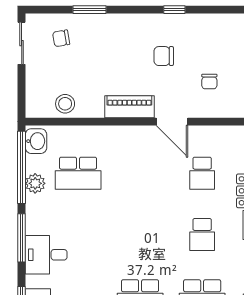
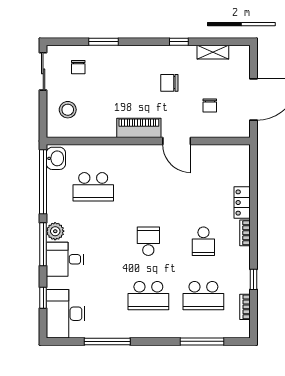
shelving: (213, 21) -> (213, 52), added
chair: (61, 38) -> (78, 67), turned -80
stool: (65, 104) -> (68, 110), moved
school desk: (202, 173) -> (148, 241), moved, turned 180
plant: (35, 183) -> (55, 231), moved

